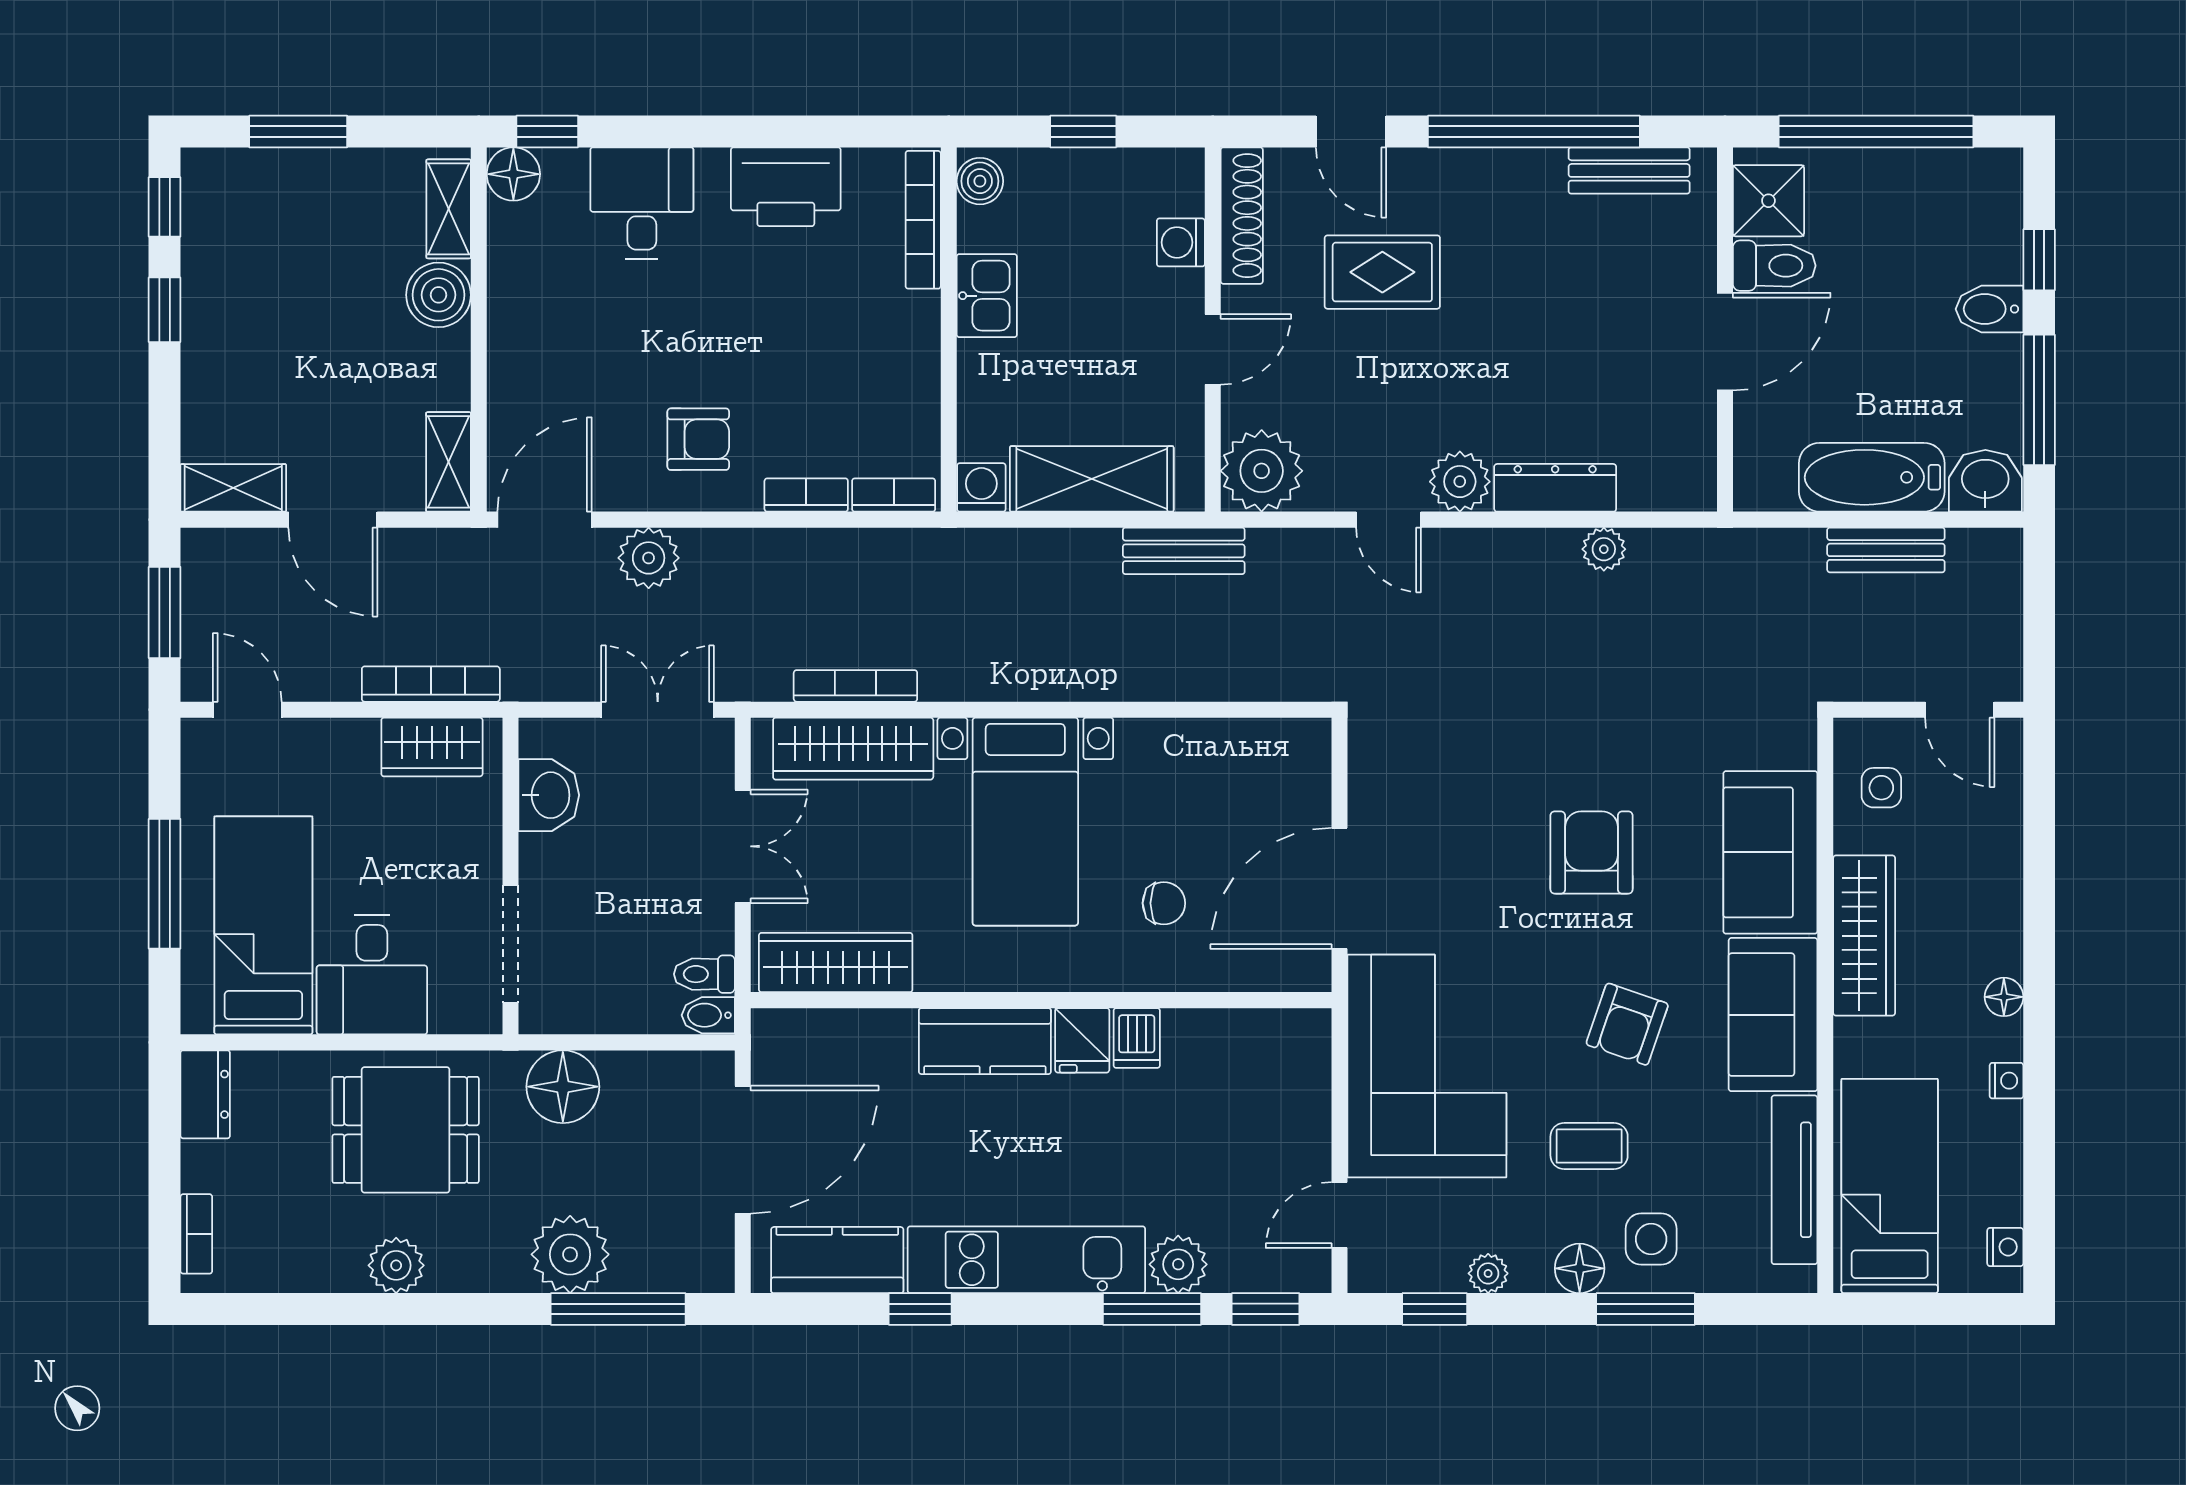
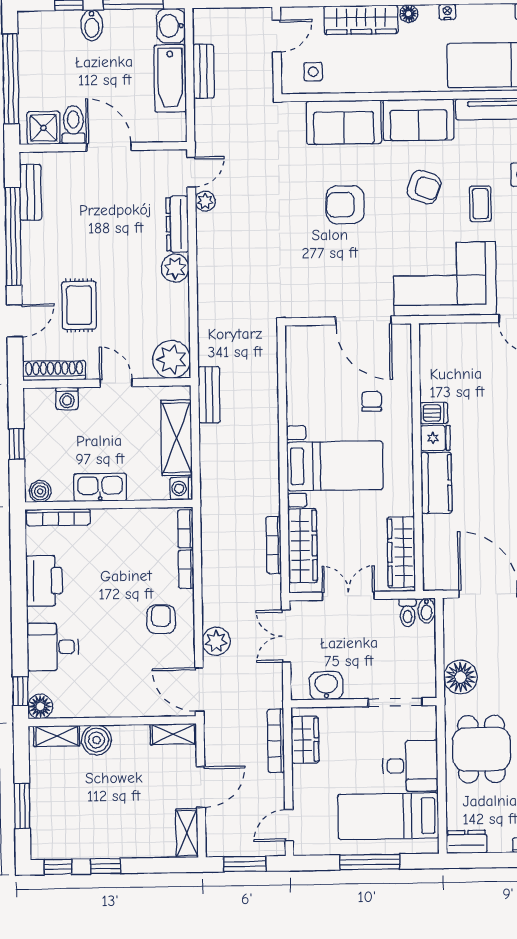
kitchen sink: (987, 296) -> (100, 487), width x1.38
door: (1389, 520) -> (191, 172), moved
wardrobe: (1864, 936) -> (361, 20), moved, turned 180

